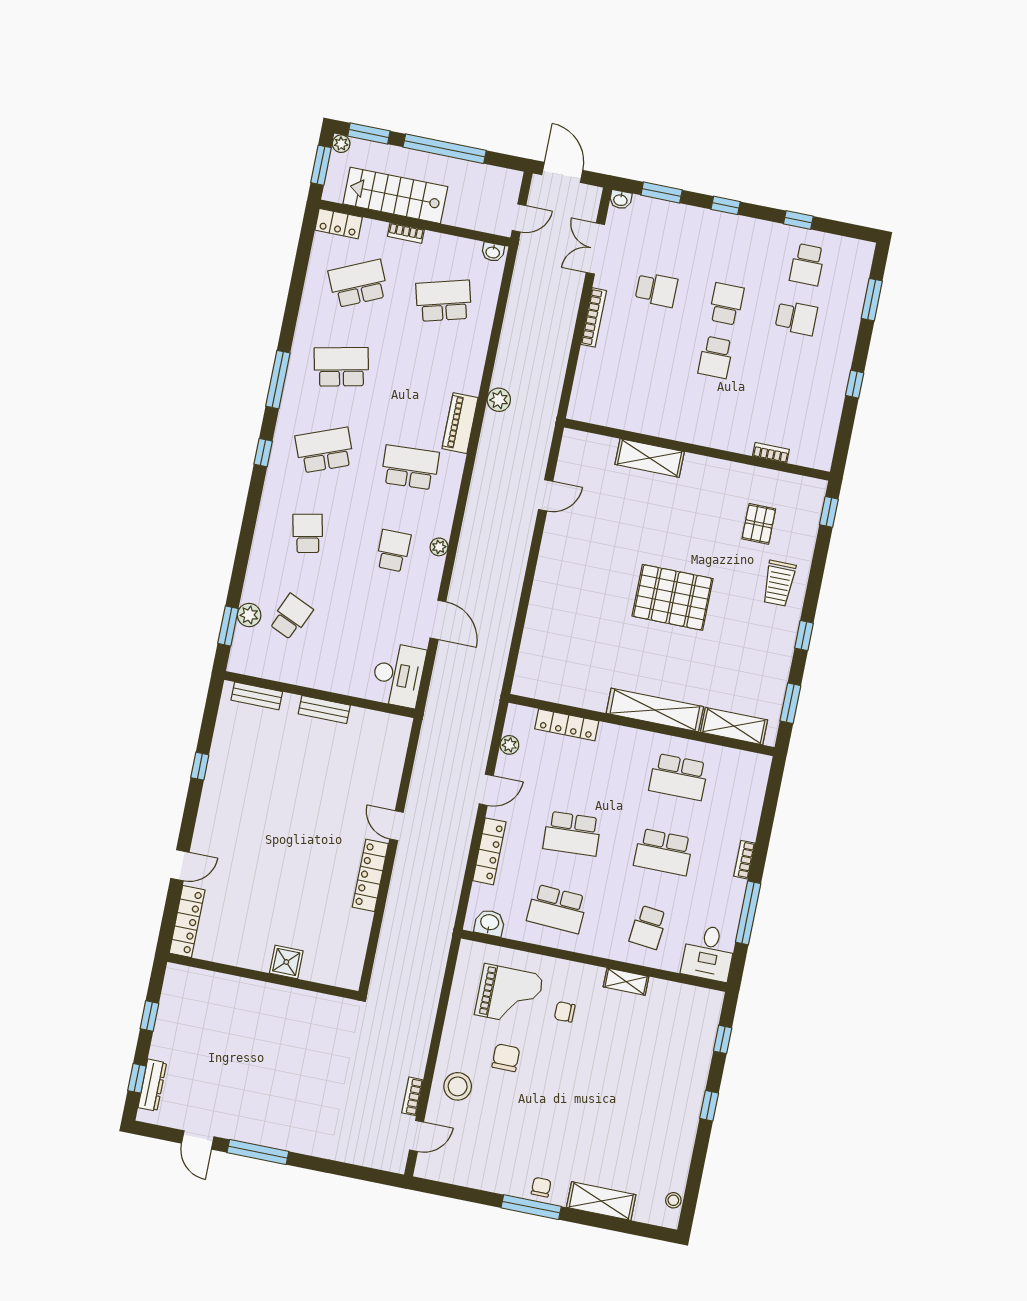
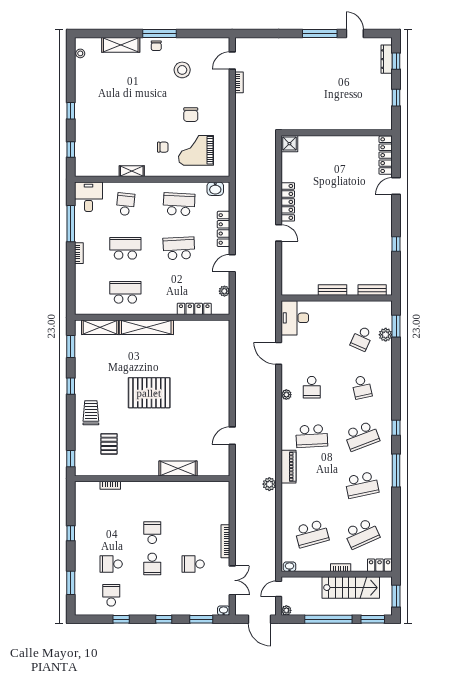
plant: (341, 144) -> (286, 610), moved
shower: (286, 962) -> (289, 144), moved
stool: (458, 1086) -> (182, 70), moved

